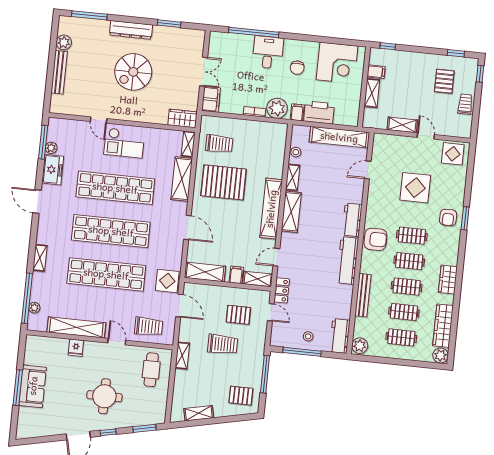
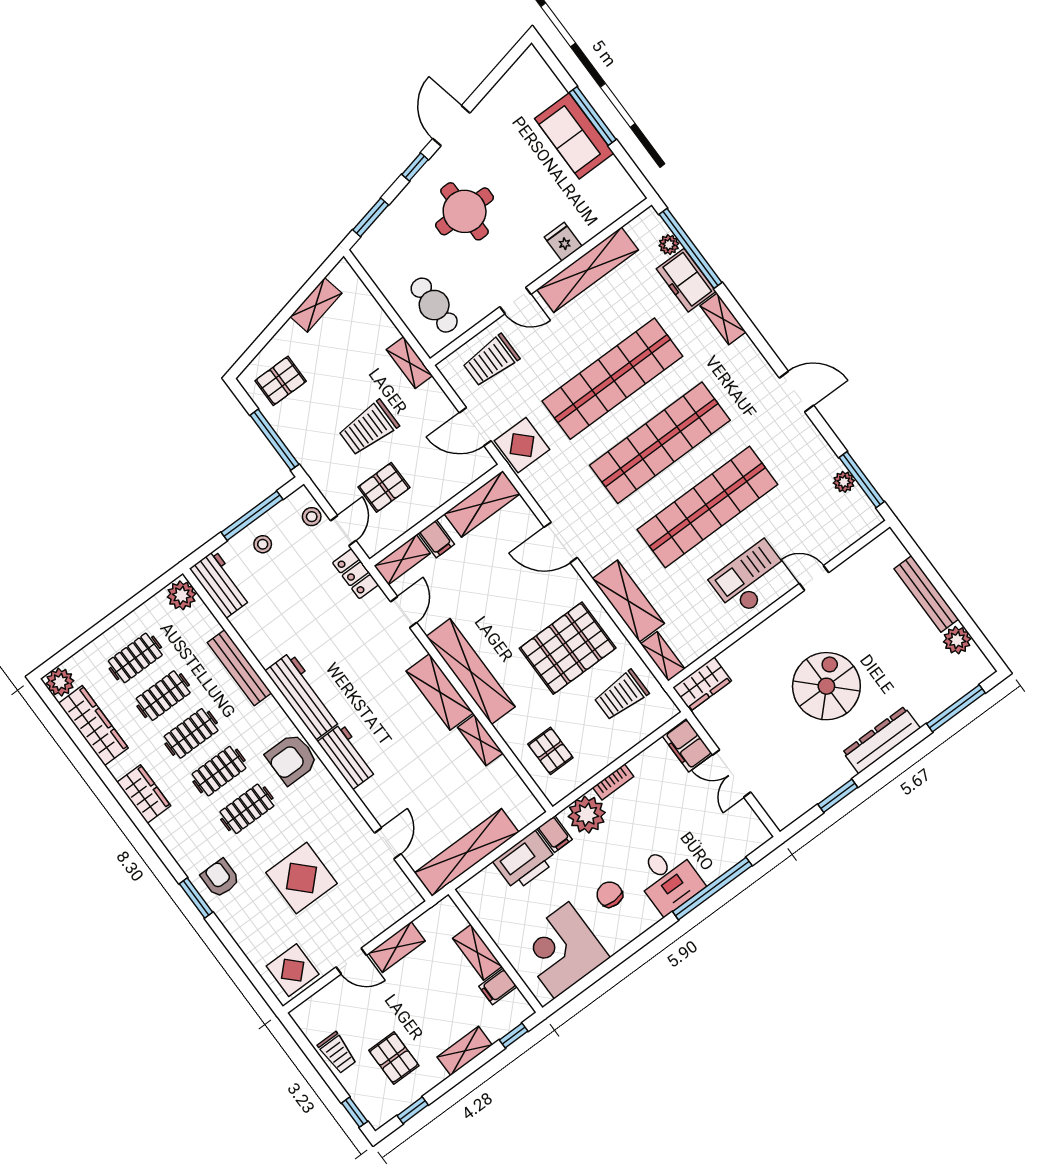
shelving: (413, 58) -> (465, 1051), added
pallet: (268, 147) -> (550, 751), added
stool: (296, 152) -> (312, 517), moved
freezer: (53, 170) -> (686, 280), moved
door: (271, 312) -> (343, 531), swing flipped

